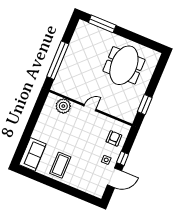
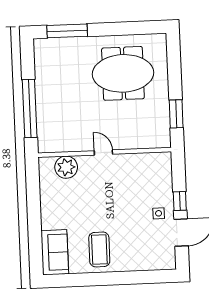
meeting table: (124, 65) -> (123, 73), turned 90
door: (90, 108) -> (103, 153), hinge flipped
armchair: (114, 138) -> (155, 179), removed

